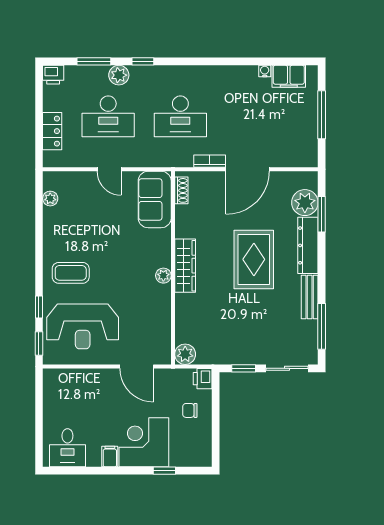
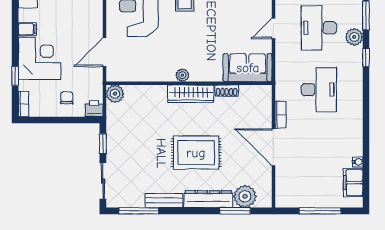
desk: (180, 116) -> (319, 90), turned 180
shoe rack: (181, 190) -> (227, 90), moved
bookcase: (197, 461) -> (23, 104), added

